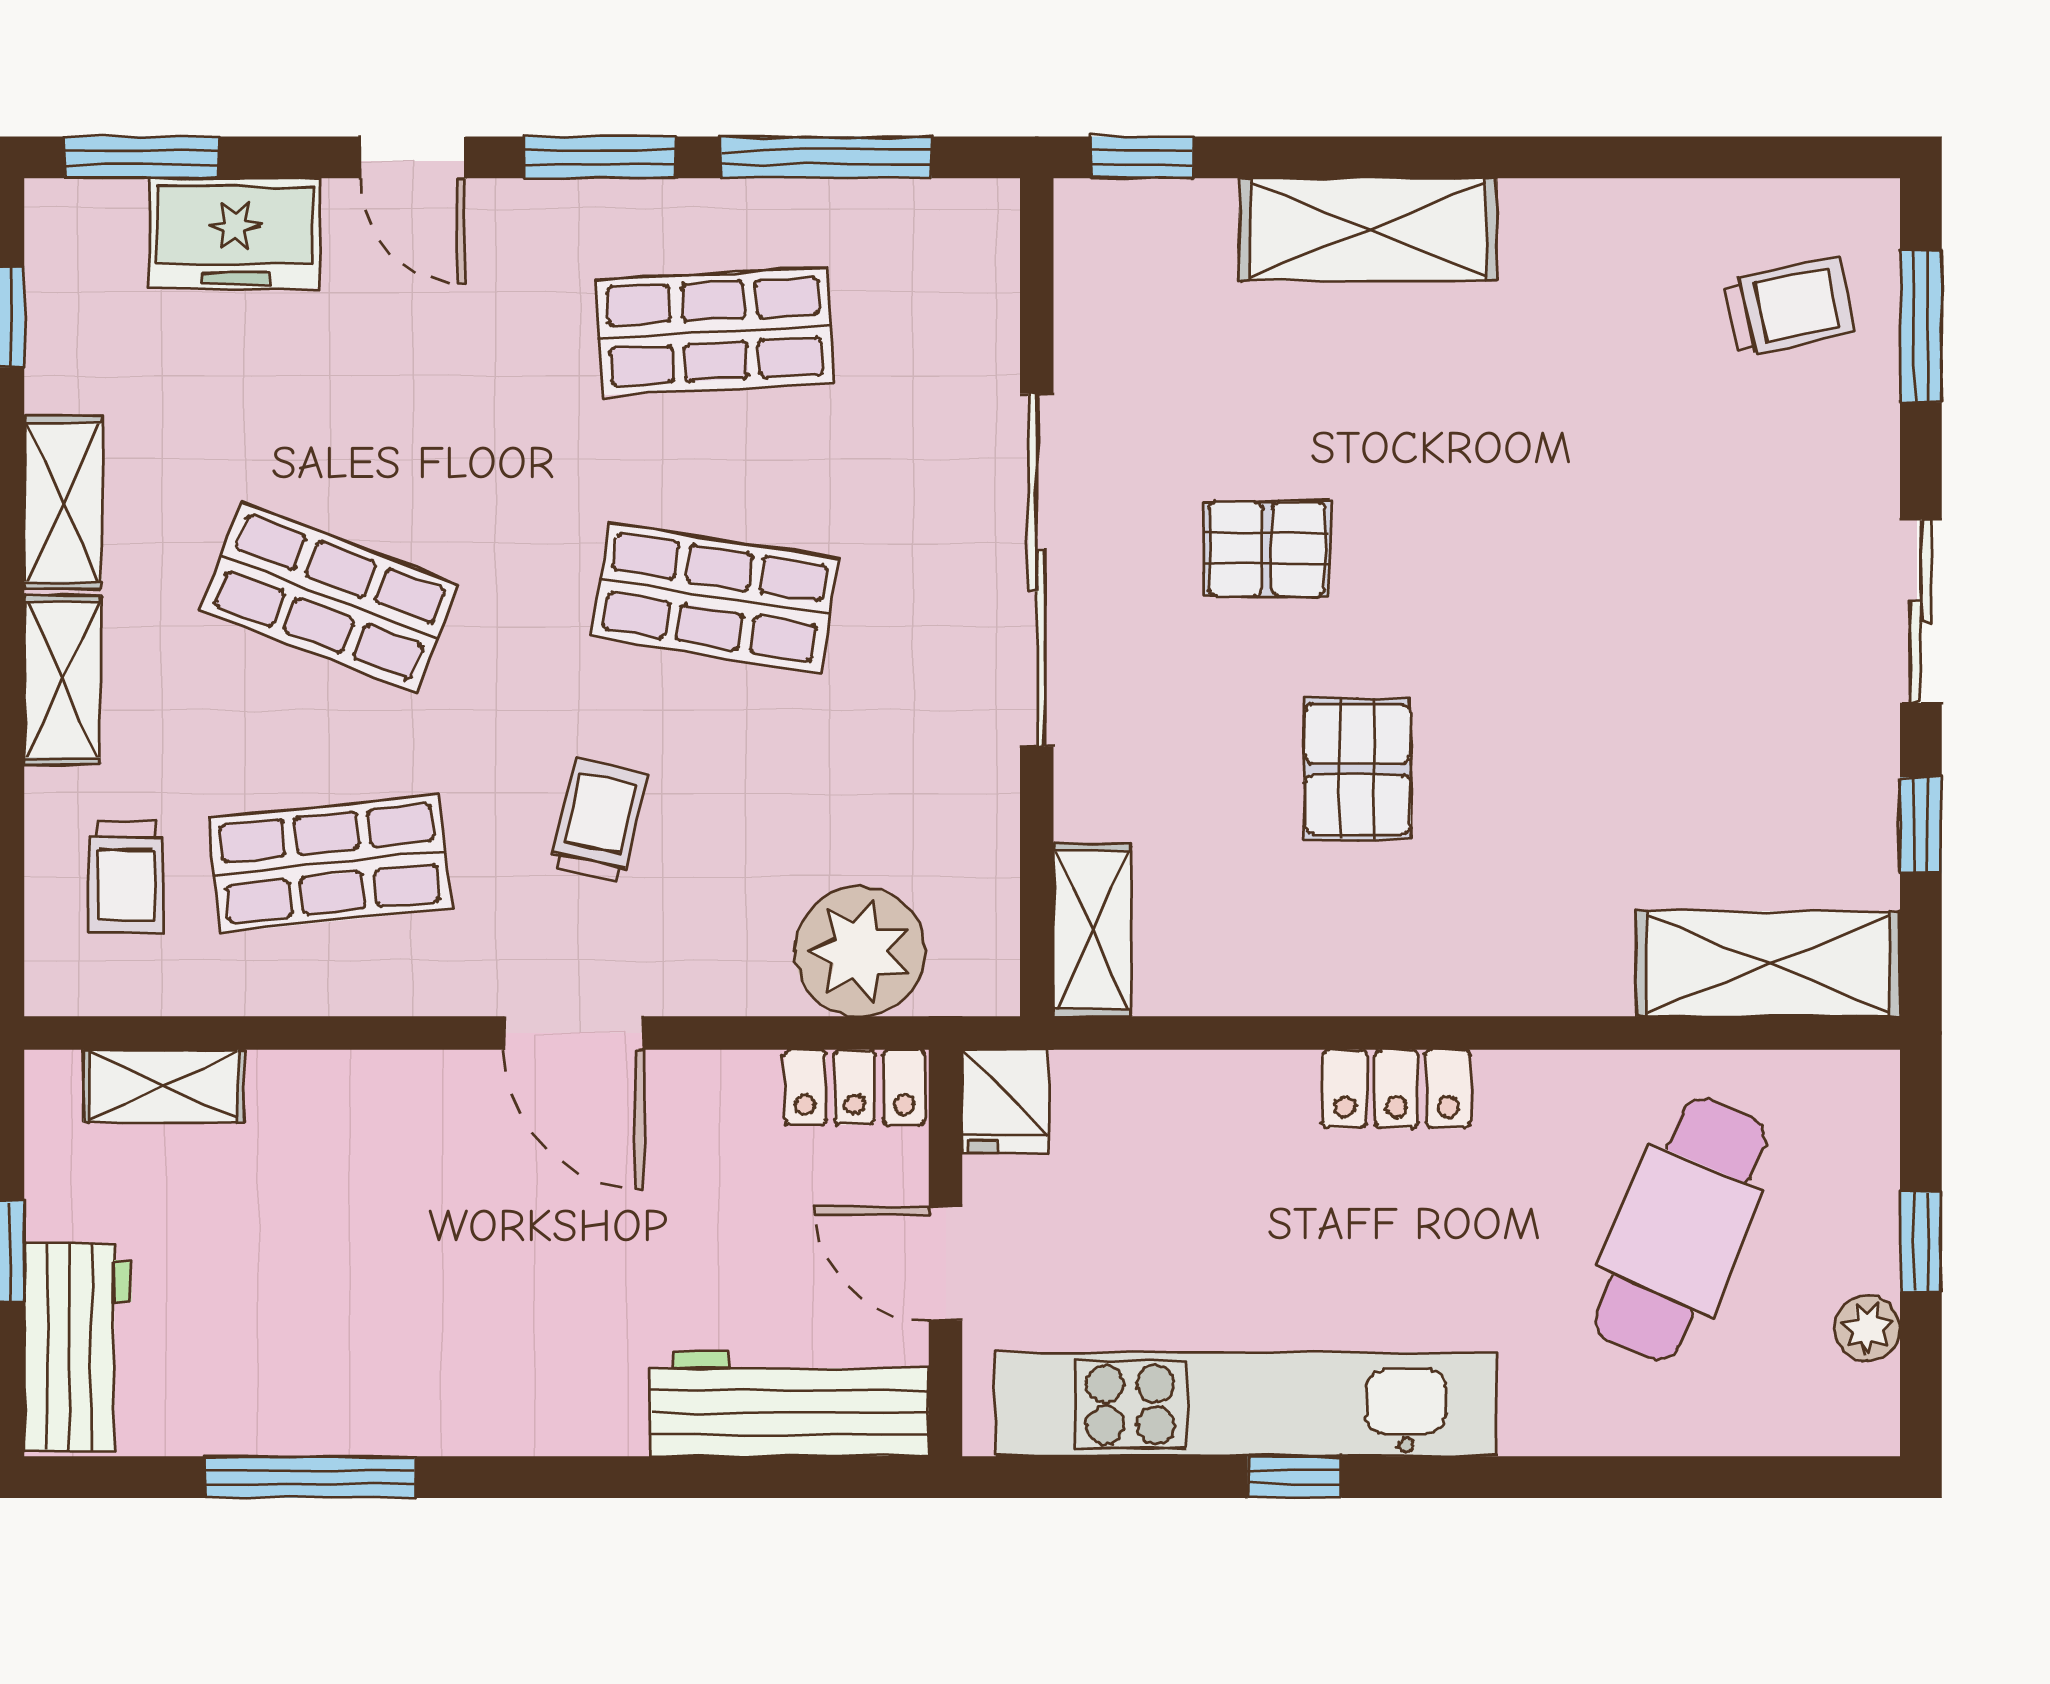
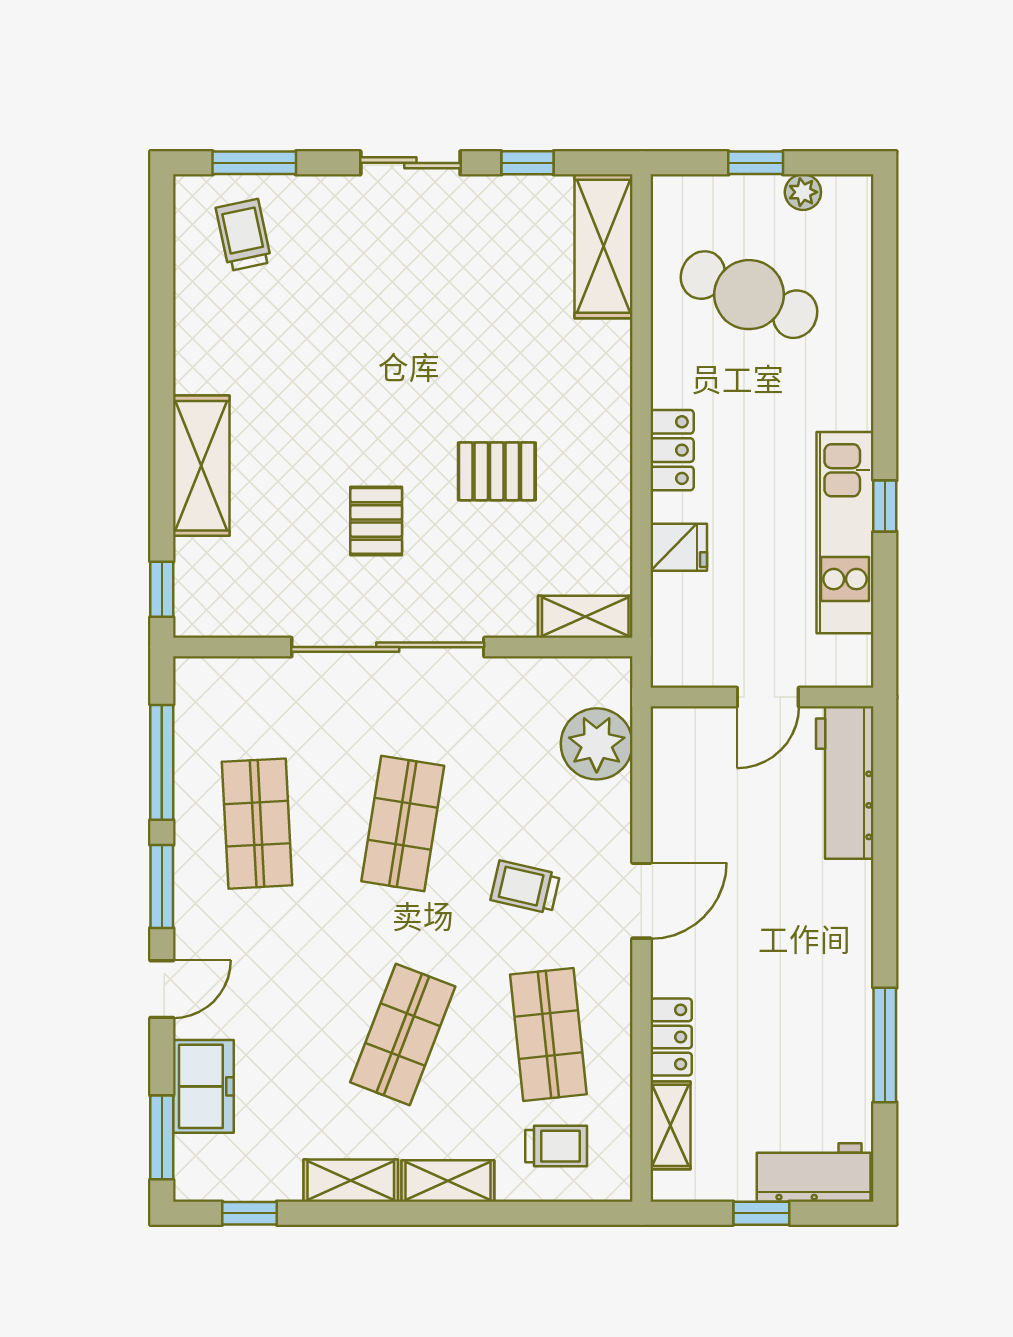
locker: (855, 1087) -> (671, 1037), moved
fridge: (1005, 1101) -> (679, 547), moved
kitchen unit: (1246, 1405) -> (845, 533), width x0.73

